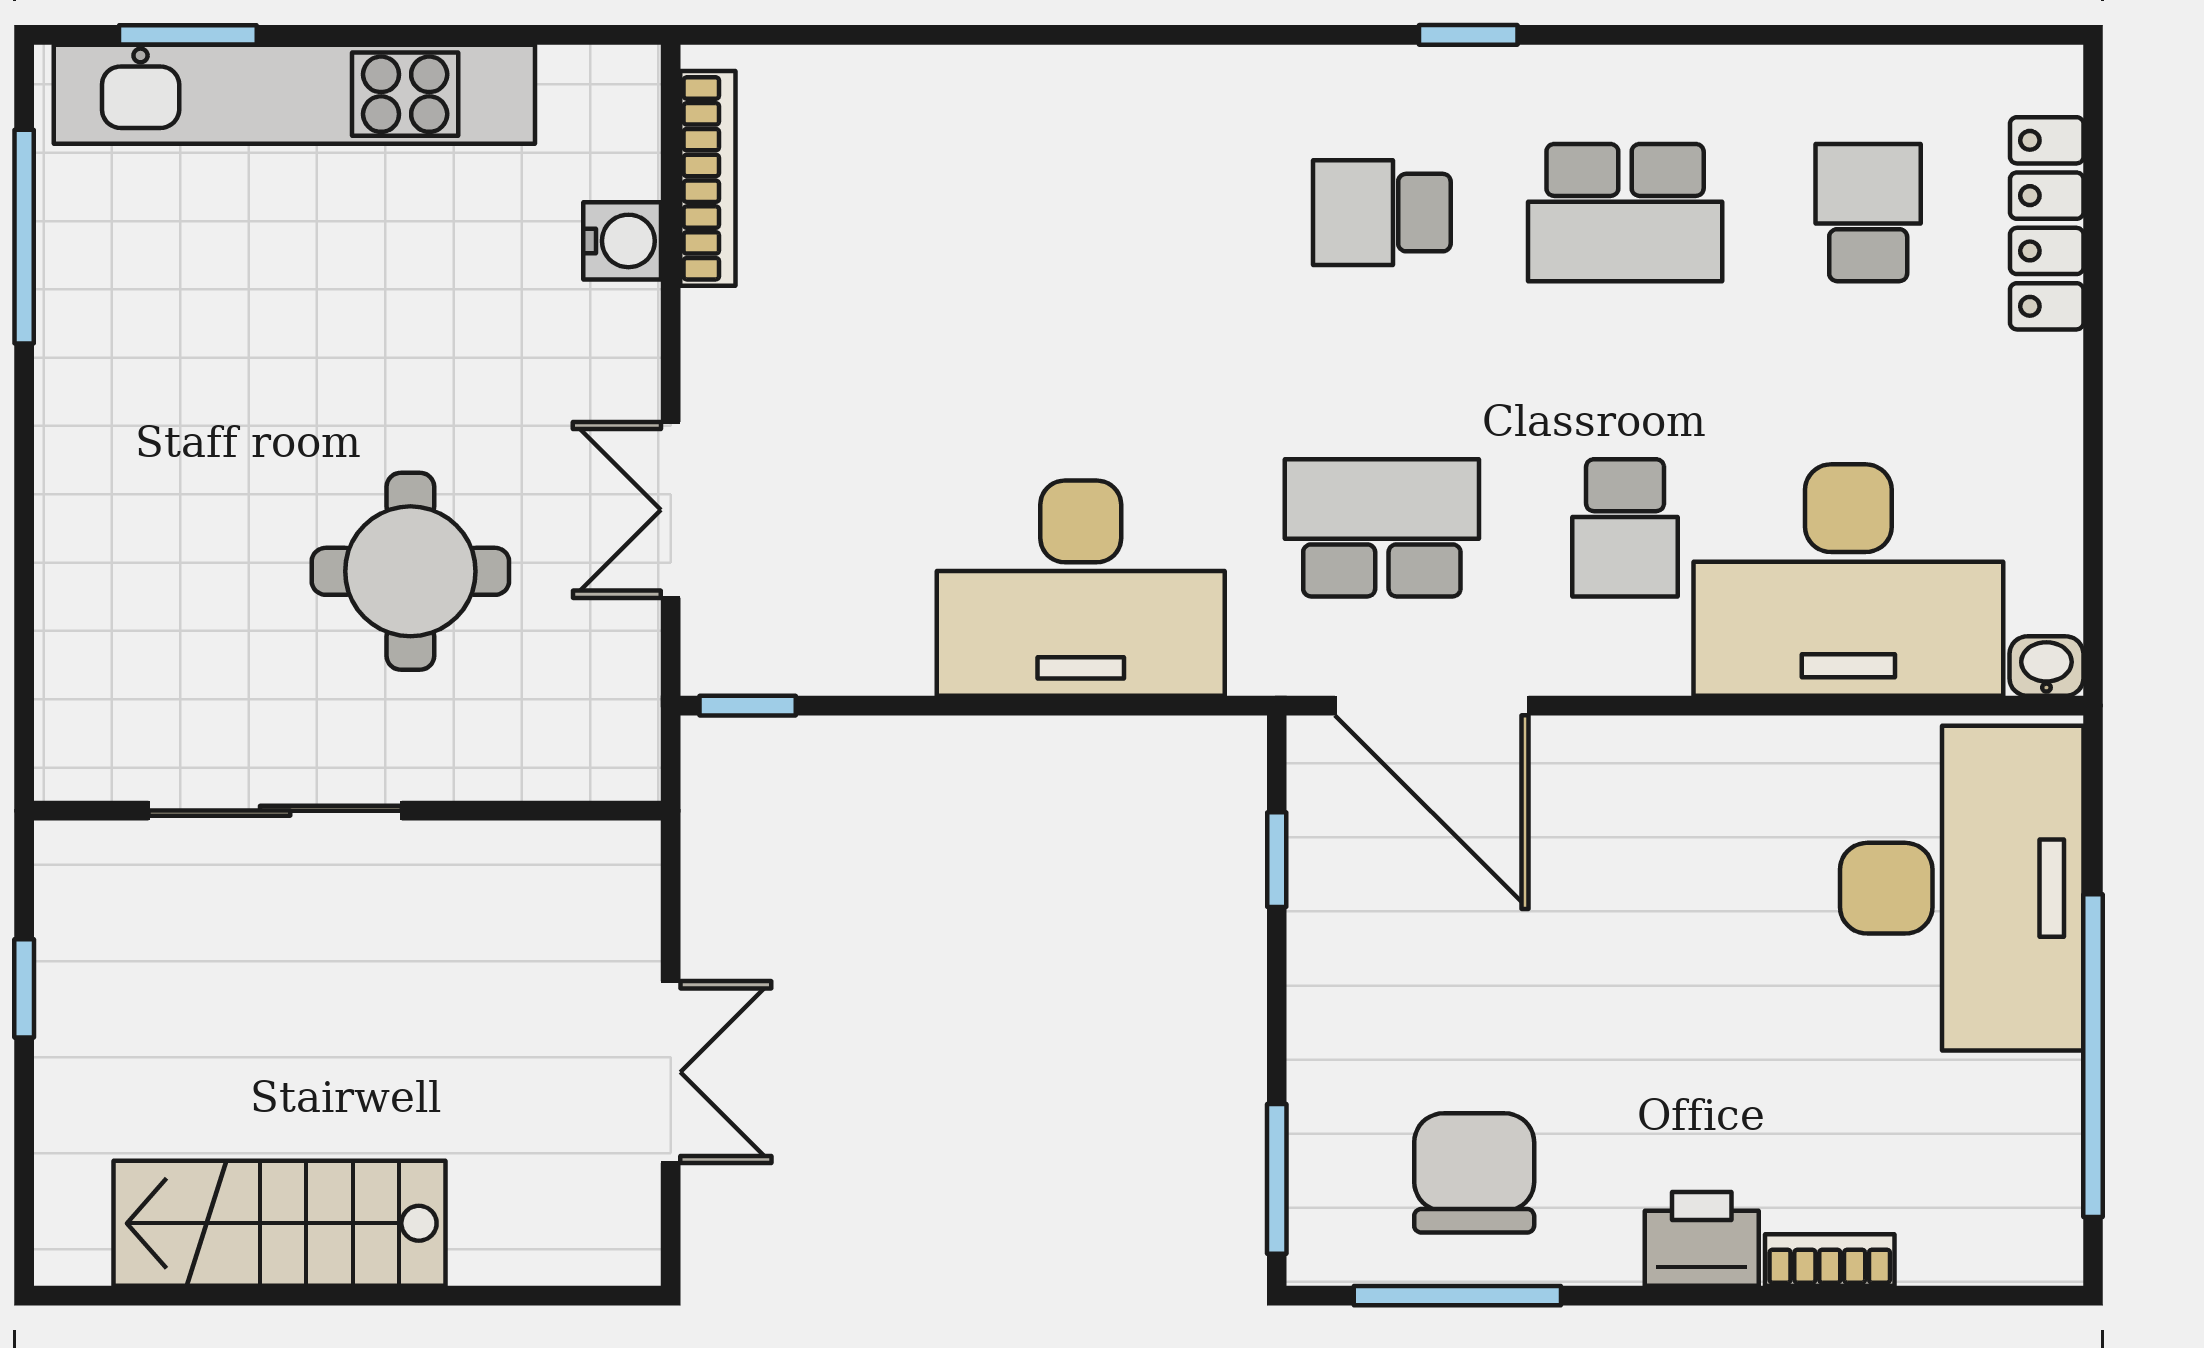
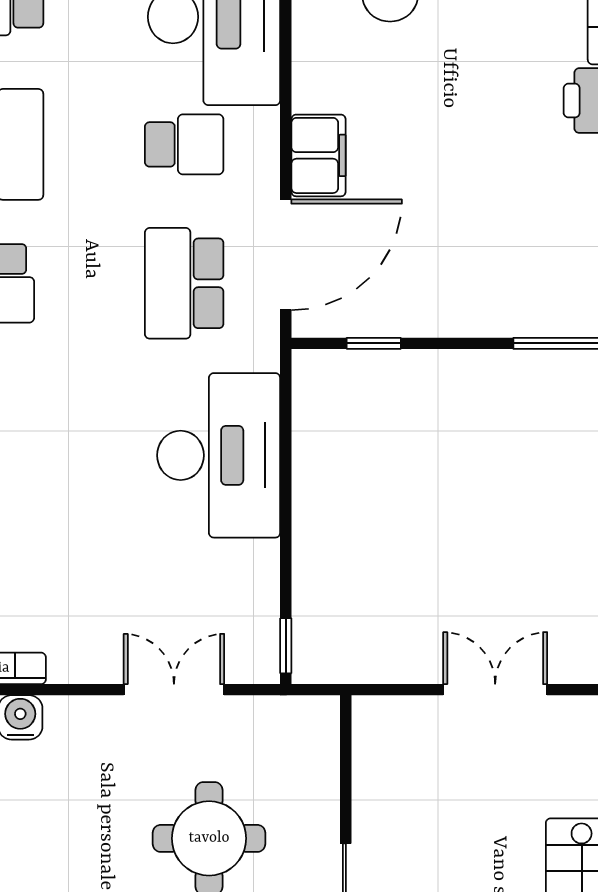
double door: (671, 510) -> (174, 690), swing flipped
filing cabinet: (1606, 763) -> (319, 155), added
chair: (1474, 1173) -> (553, 231), removed

